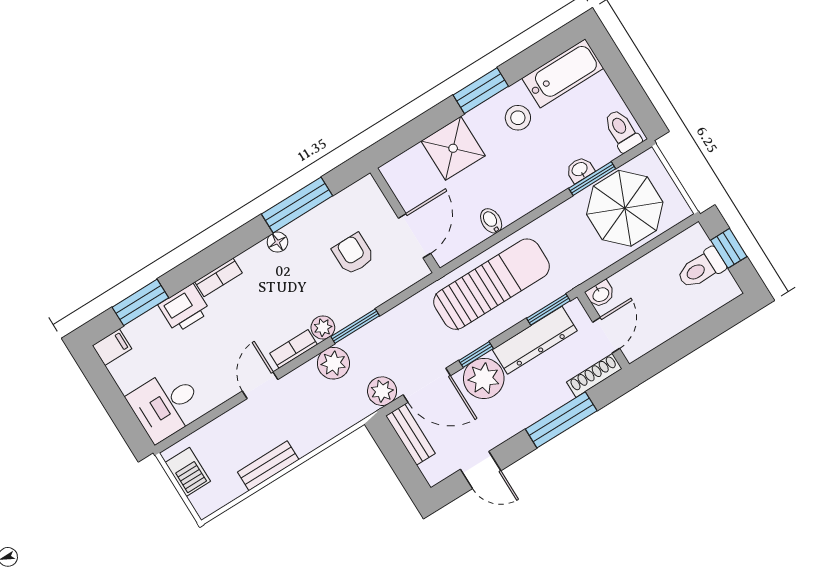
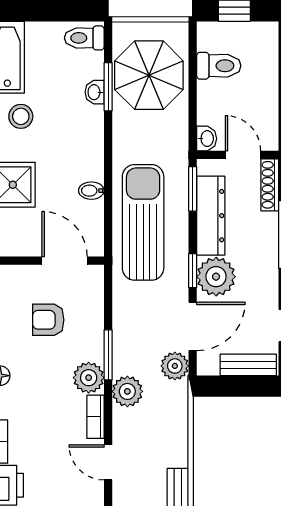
toilet: (701, 269) -> (219, 66), moved, turned -90
plant: (323, 327) -> (89, 378), width x1.38, depth x1.38
bench: (410, 435) -> (248, 365), moved

